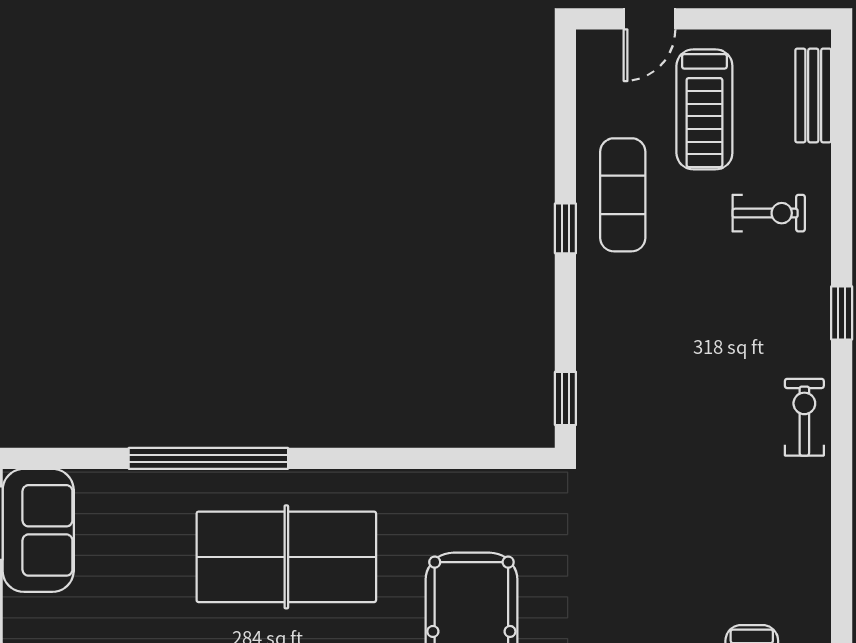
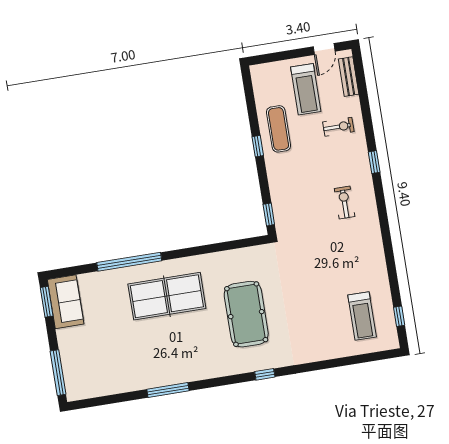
door: (650, 19) -> (324, 49), moved
exercise bike: (804, 417) -> (345, 202), moved

